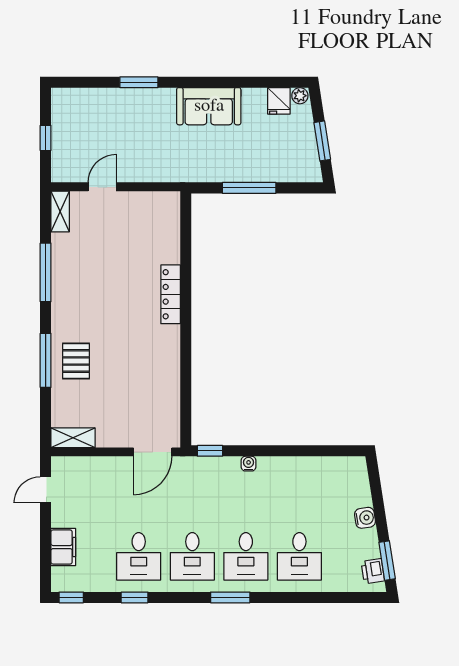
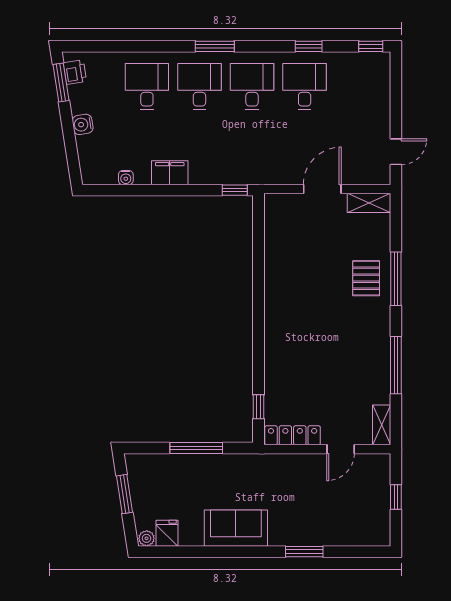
window: (186, 230) -> (258, 407), added
locker: (171, 294) -> (293, 435), moved, turned -90
door: (153, 452) -> (322, 189), moved
water cooler: (249, 464) -> (126, 178), moved
filing cabinet: (63, 547) -> (170, 173), moved, turned 90

